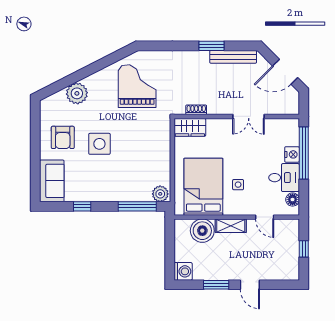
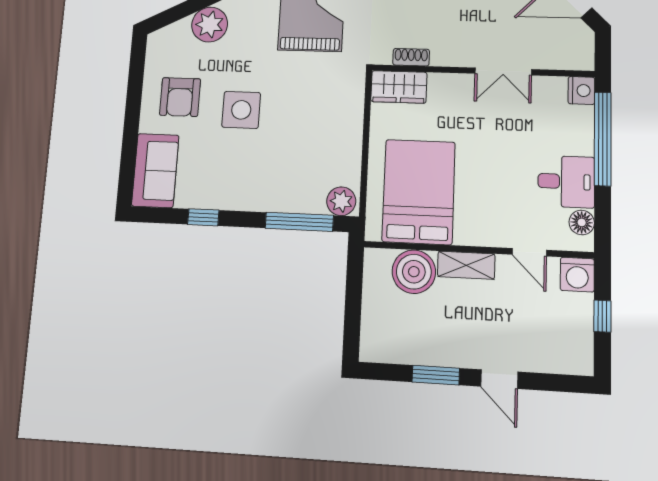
nightstand: (292, 154) -> (581, 91), moved
side table: (238, 185) -> (482, 191), removed
washing machine: (183, 271) -> (577, 275), moved, turned 90

